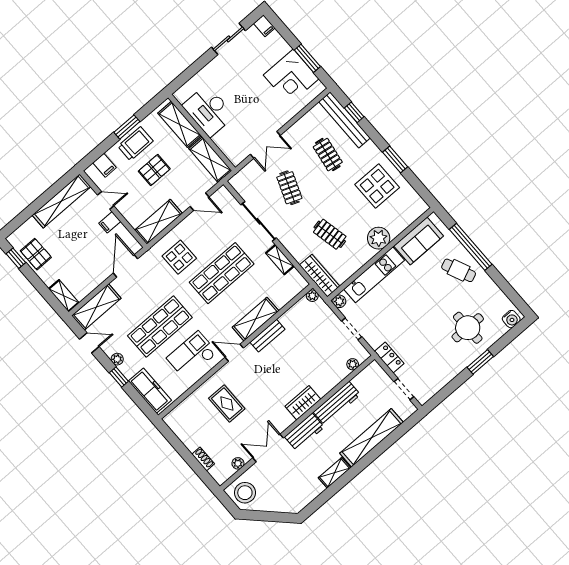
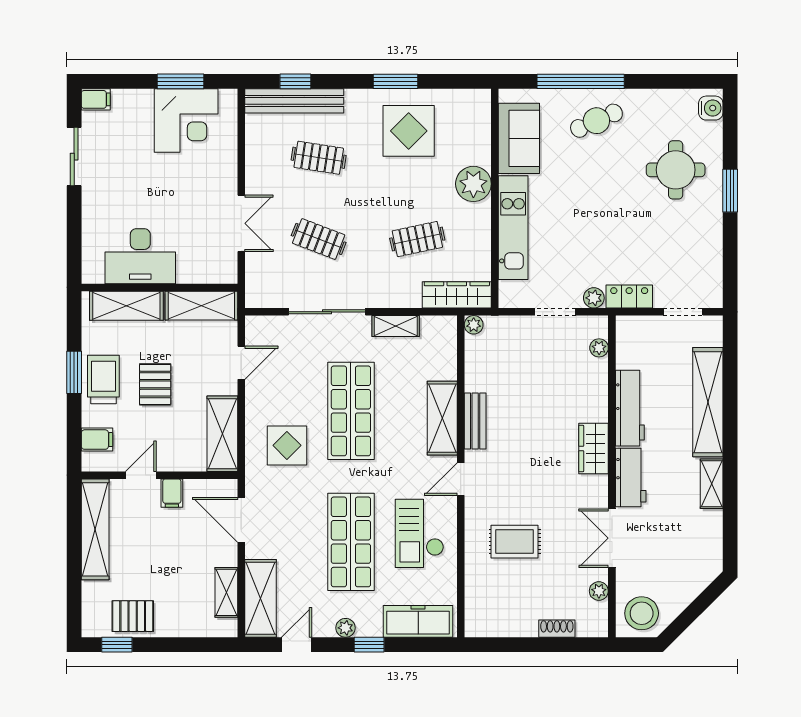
shelving: (64, 296) -> (226, 592), moved, turned 90
plant: (339, 301) -> (594, 298), moved

